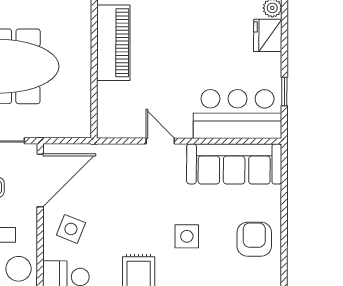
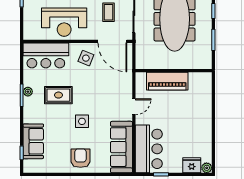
piano: (113, 43) -> (167, 81), moved
armchair: (254, 239) -> (80, 158), turned -90

